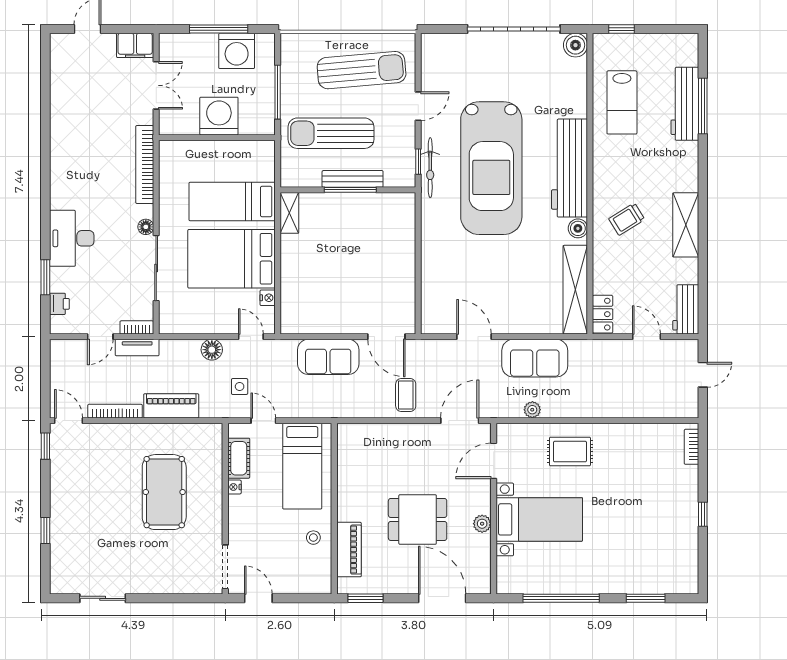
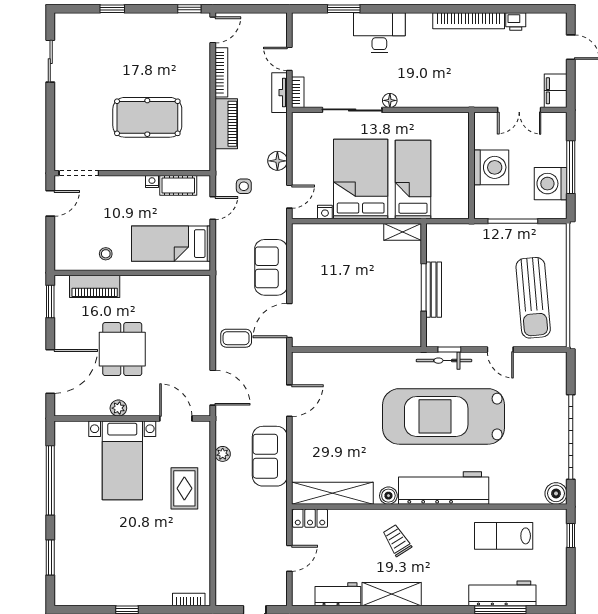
sun lounger: (331, 133) -> (475, 270), removed
bookcase: (145, 165) -> (469, 21), moved, turned 180
printer: (59, 304) -> (516, 21), moved
workbench: (686, 309) -> (338, 594), moved

